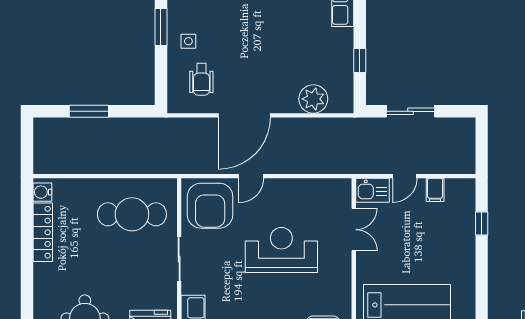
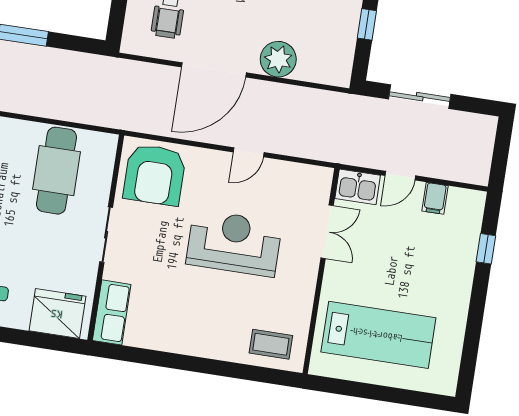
plant: (313, 99) -> (278, 59), moved
door: (251, 176) -> (249, 152), moved
cafe table: (132, 214) -> (56, 171), turned 90

